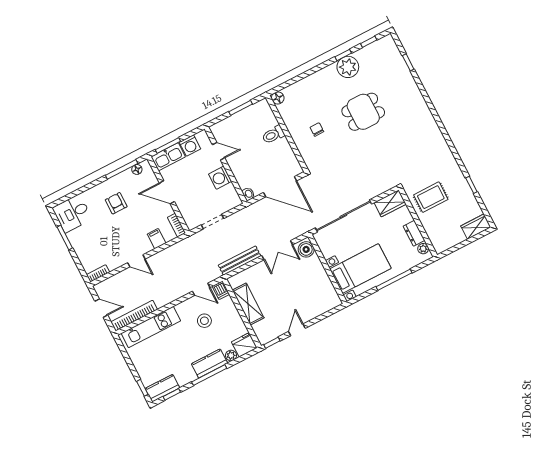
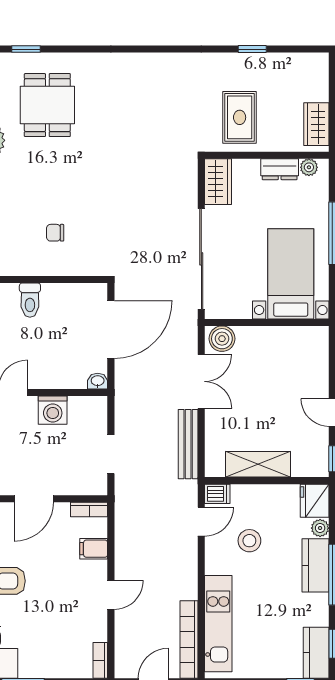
dining table: (363, 112) -> (47, 105), moved
wardrobe: (476, 227) -> (316, 124), moved

